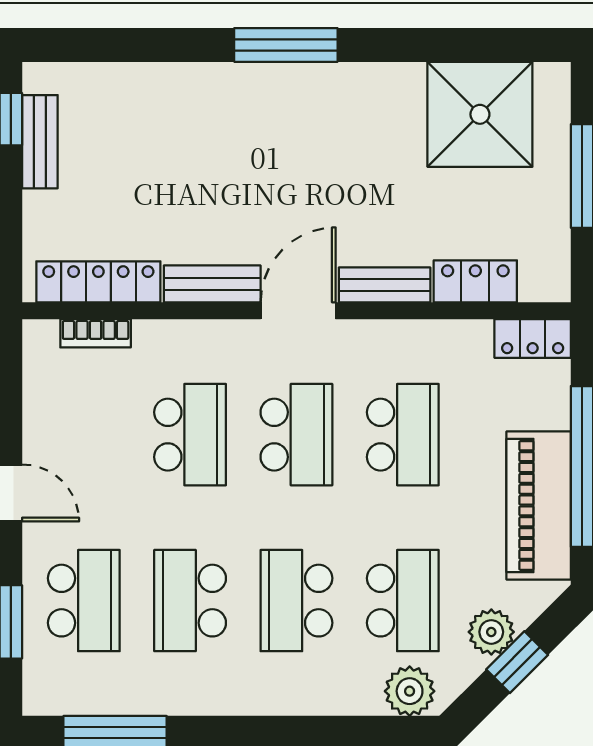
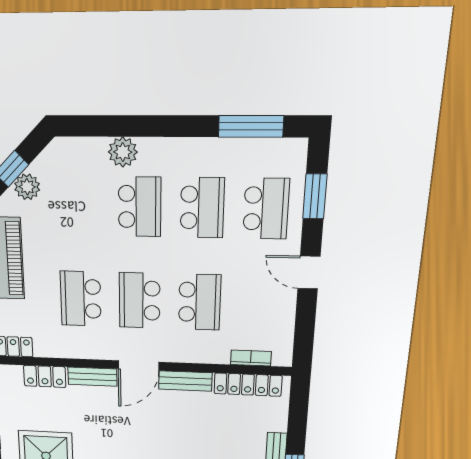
school desk: (190, 435) -> (200, 302), turned 180
school desk: (84, 601) -> (266, 209), turned 180
school desk: (403, 601) -> (78, 206), removed
plant: (410, 691) -> (123, 152), moved

